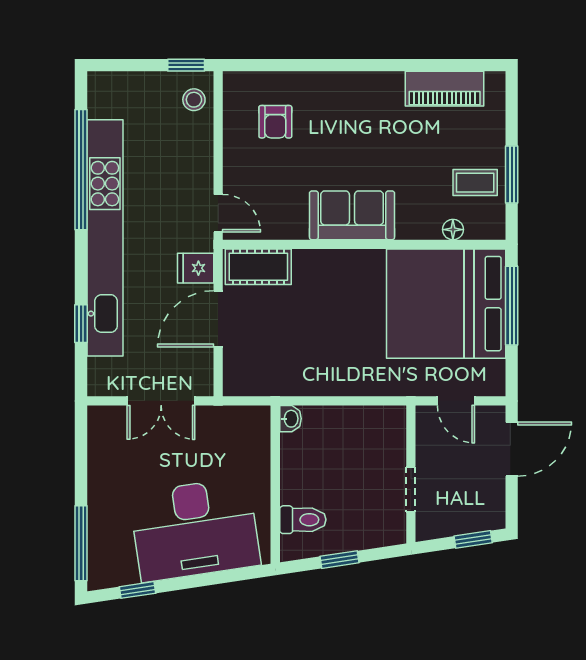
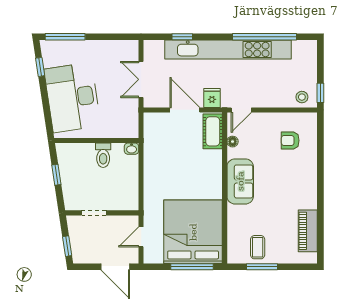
floor lamp: (453, 230) -> (233, 142), moved
toilet: (303, 520) -> (103, 155), moved

